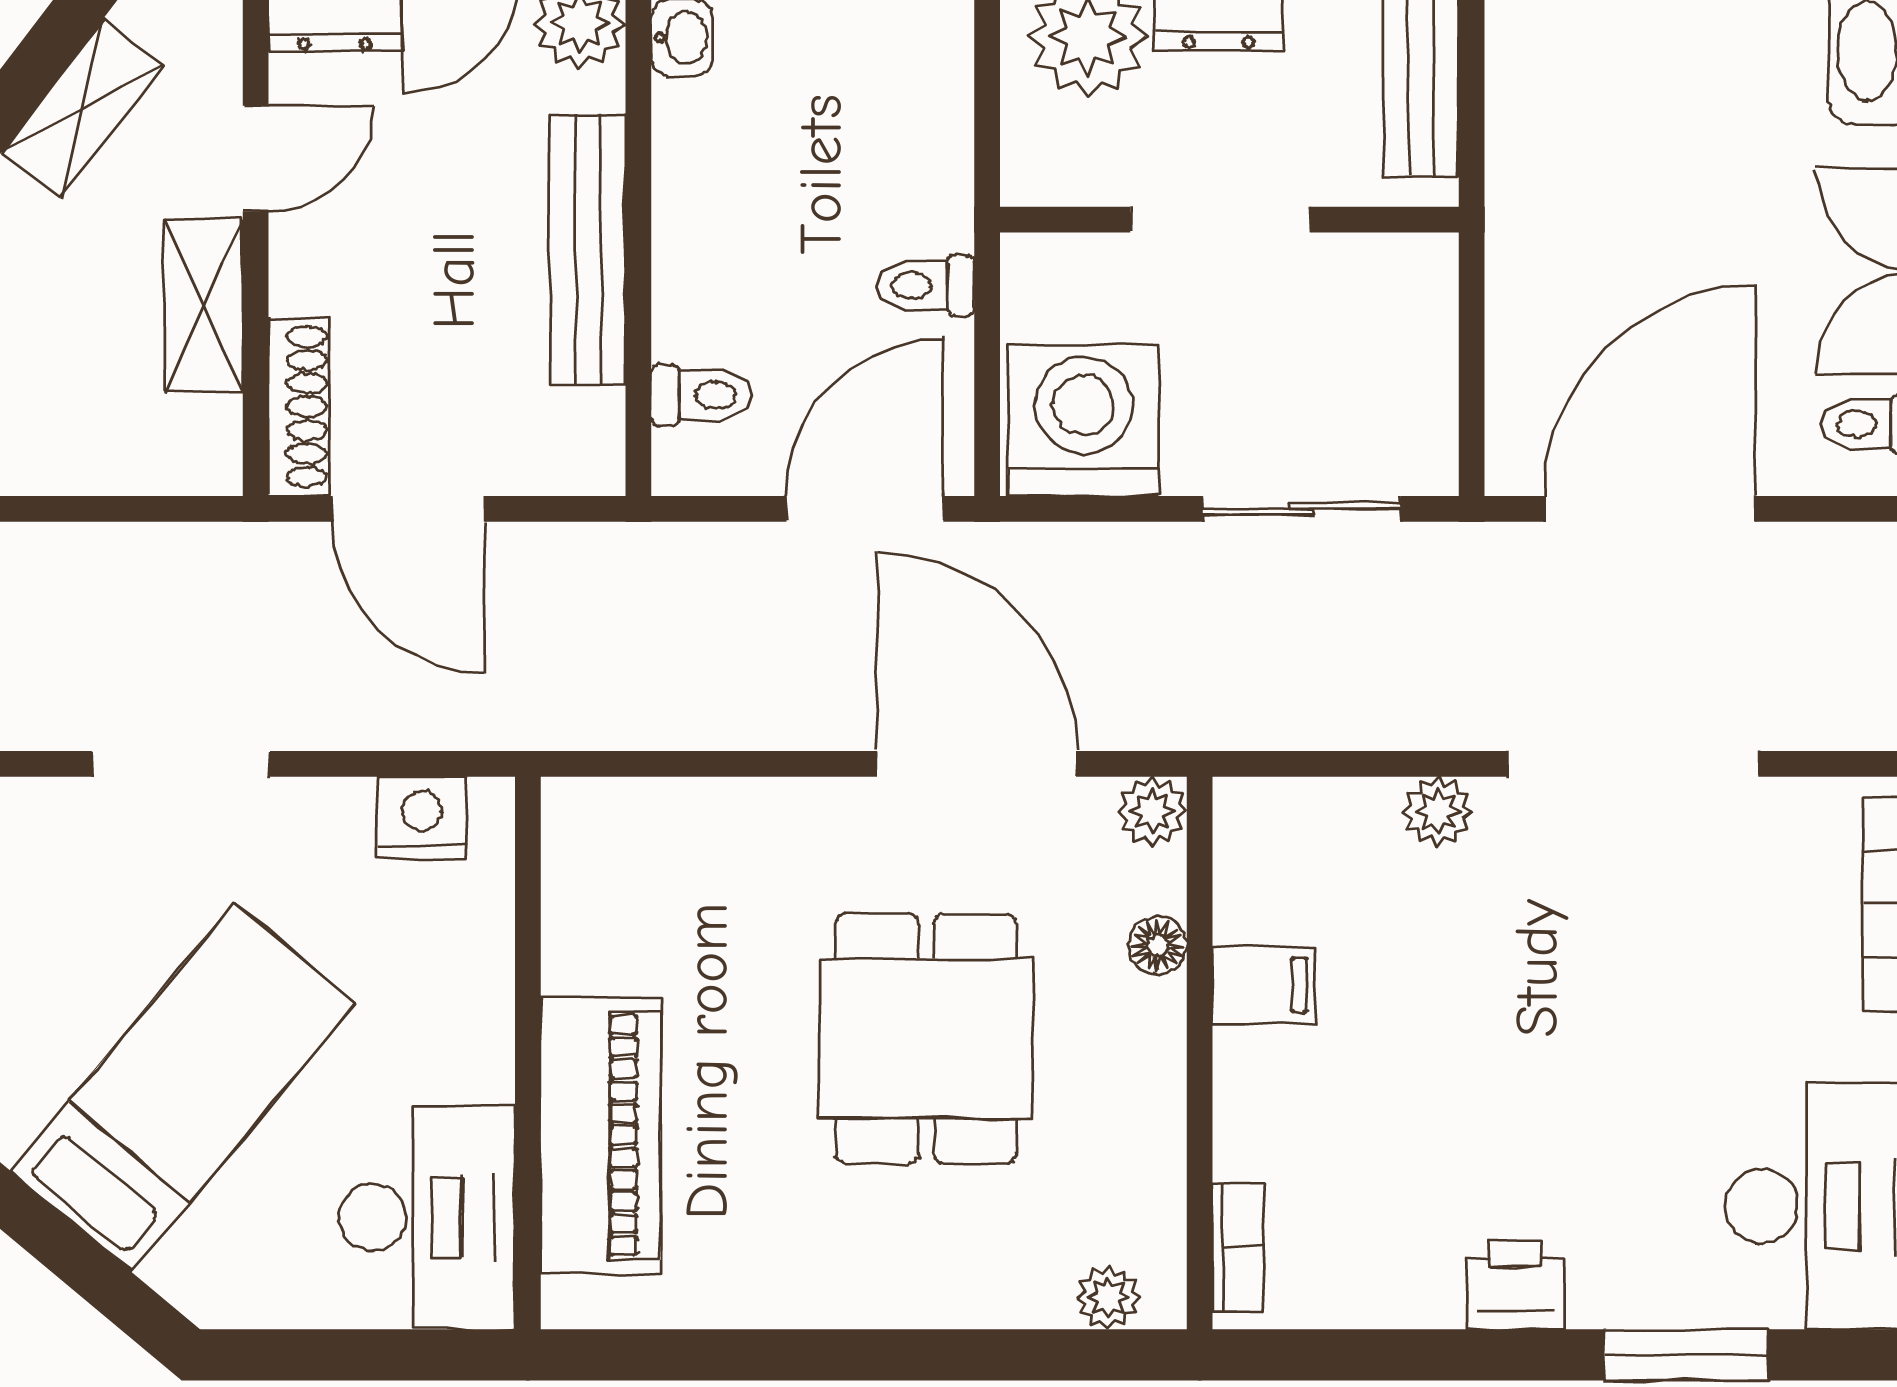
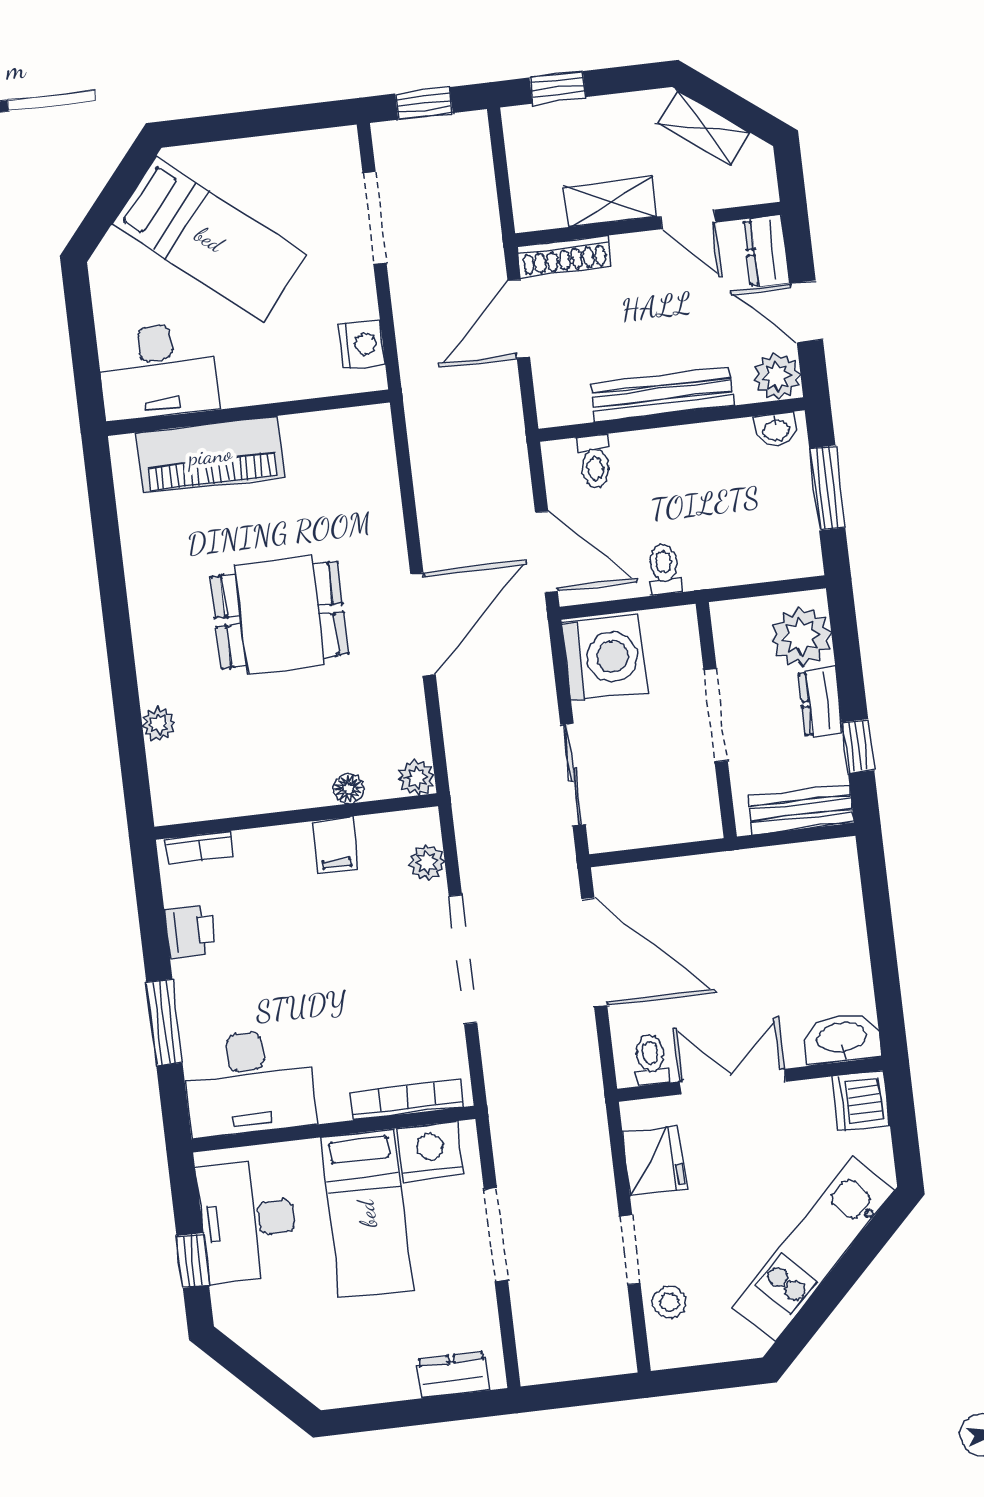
plant: (1152, 811) -> (417, 778), moved
floor lamp: (1158, 945) -> (349, 789), moved
filing cabinet: (1264, 985) -> (335, 845), moved
wall: (1200, 1053) -> (296, 817), moved
bookcase: (1238, 1247) -> (199, 848), moved

